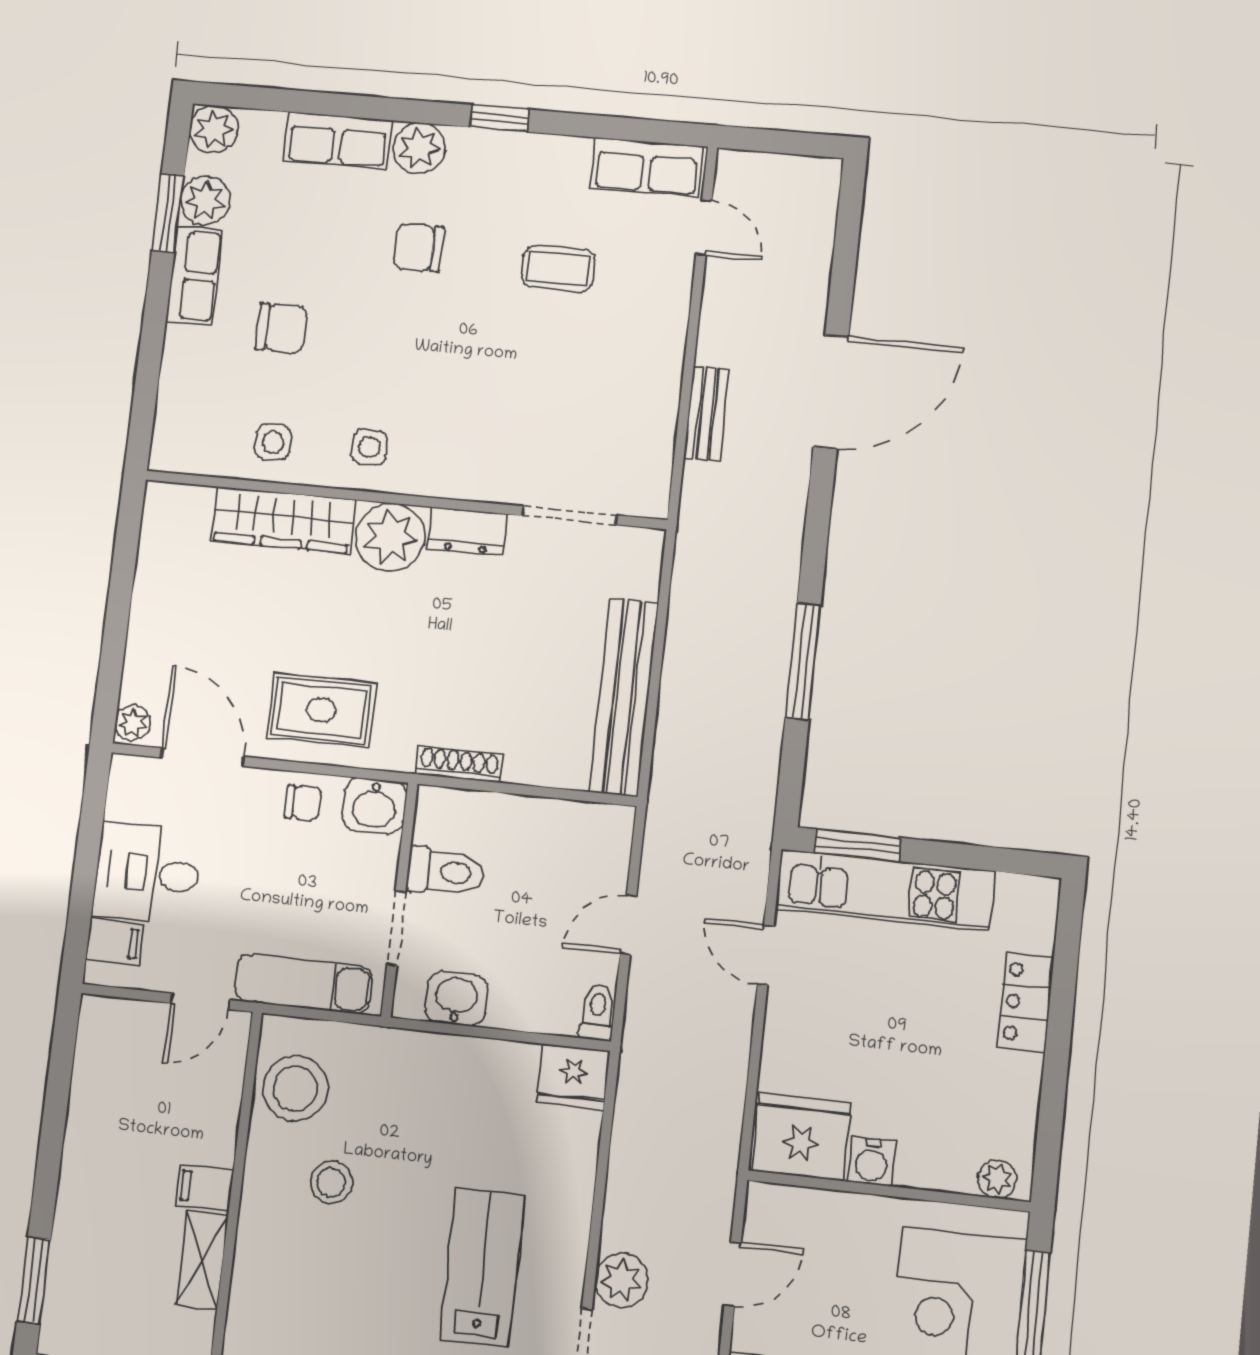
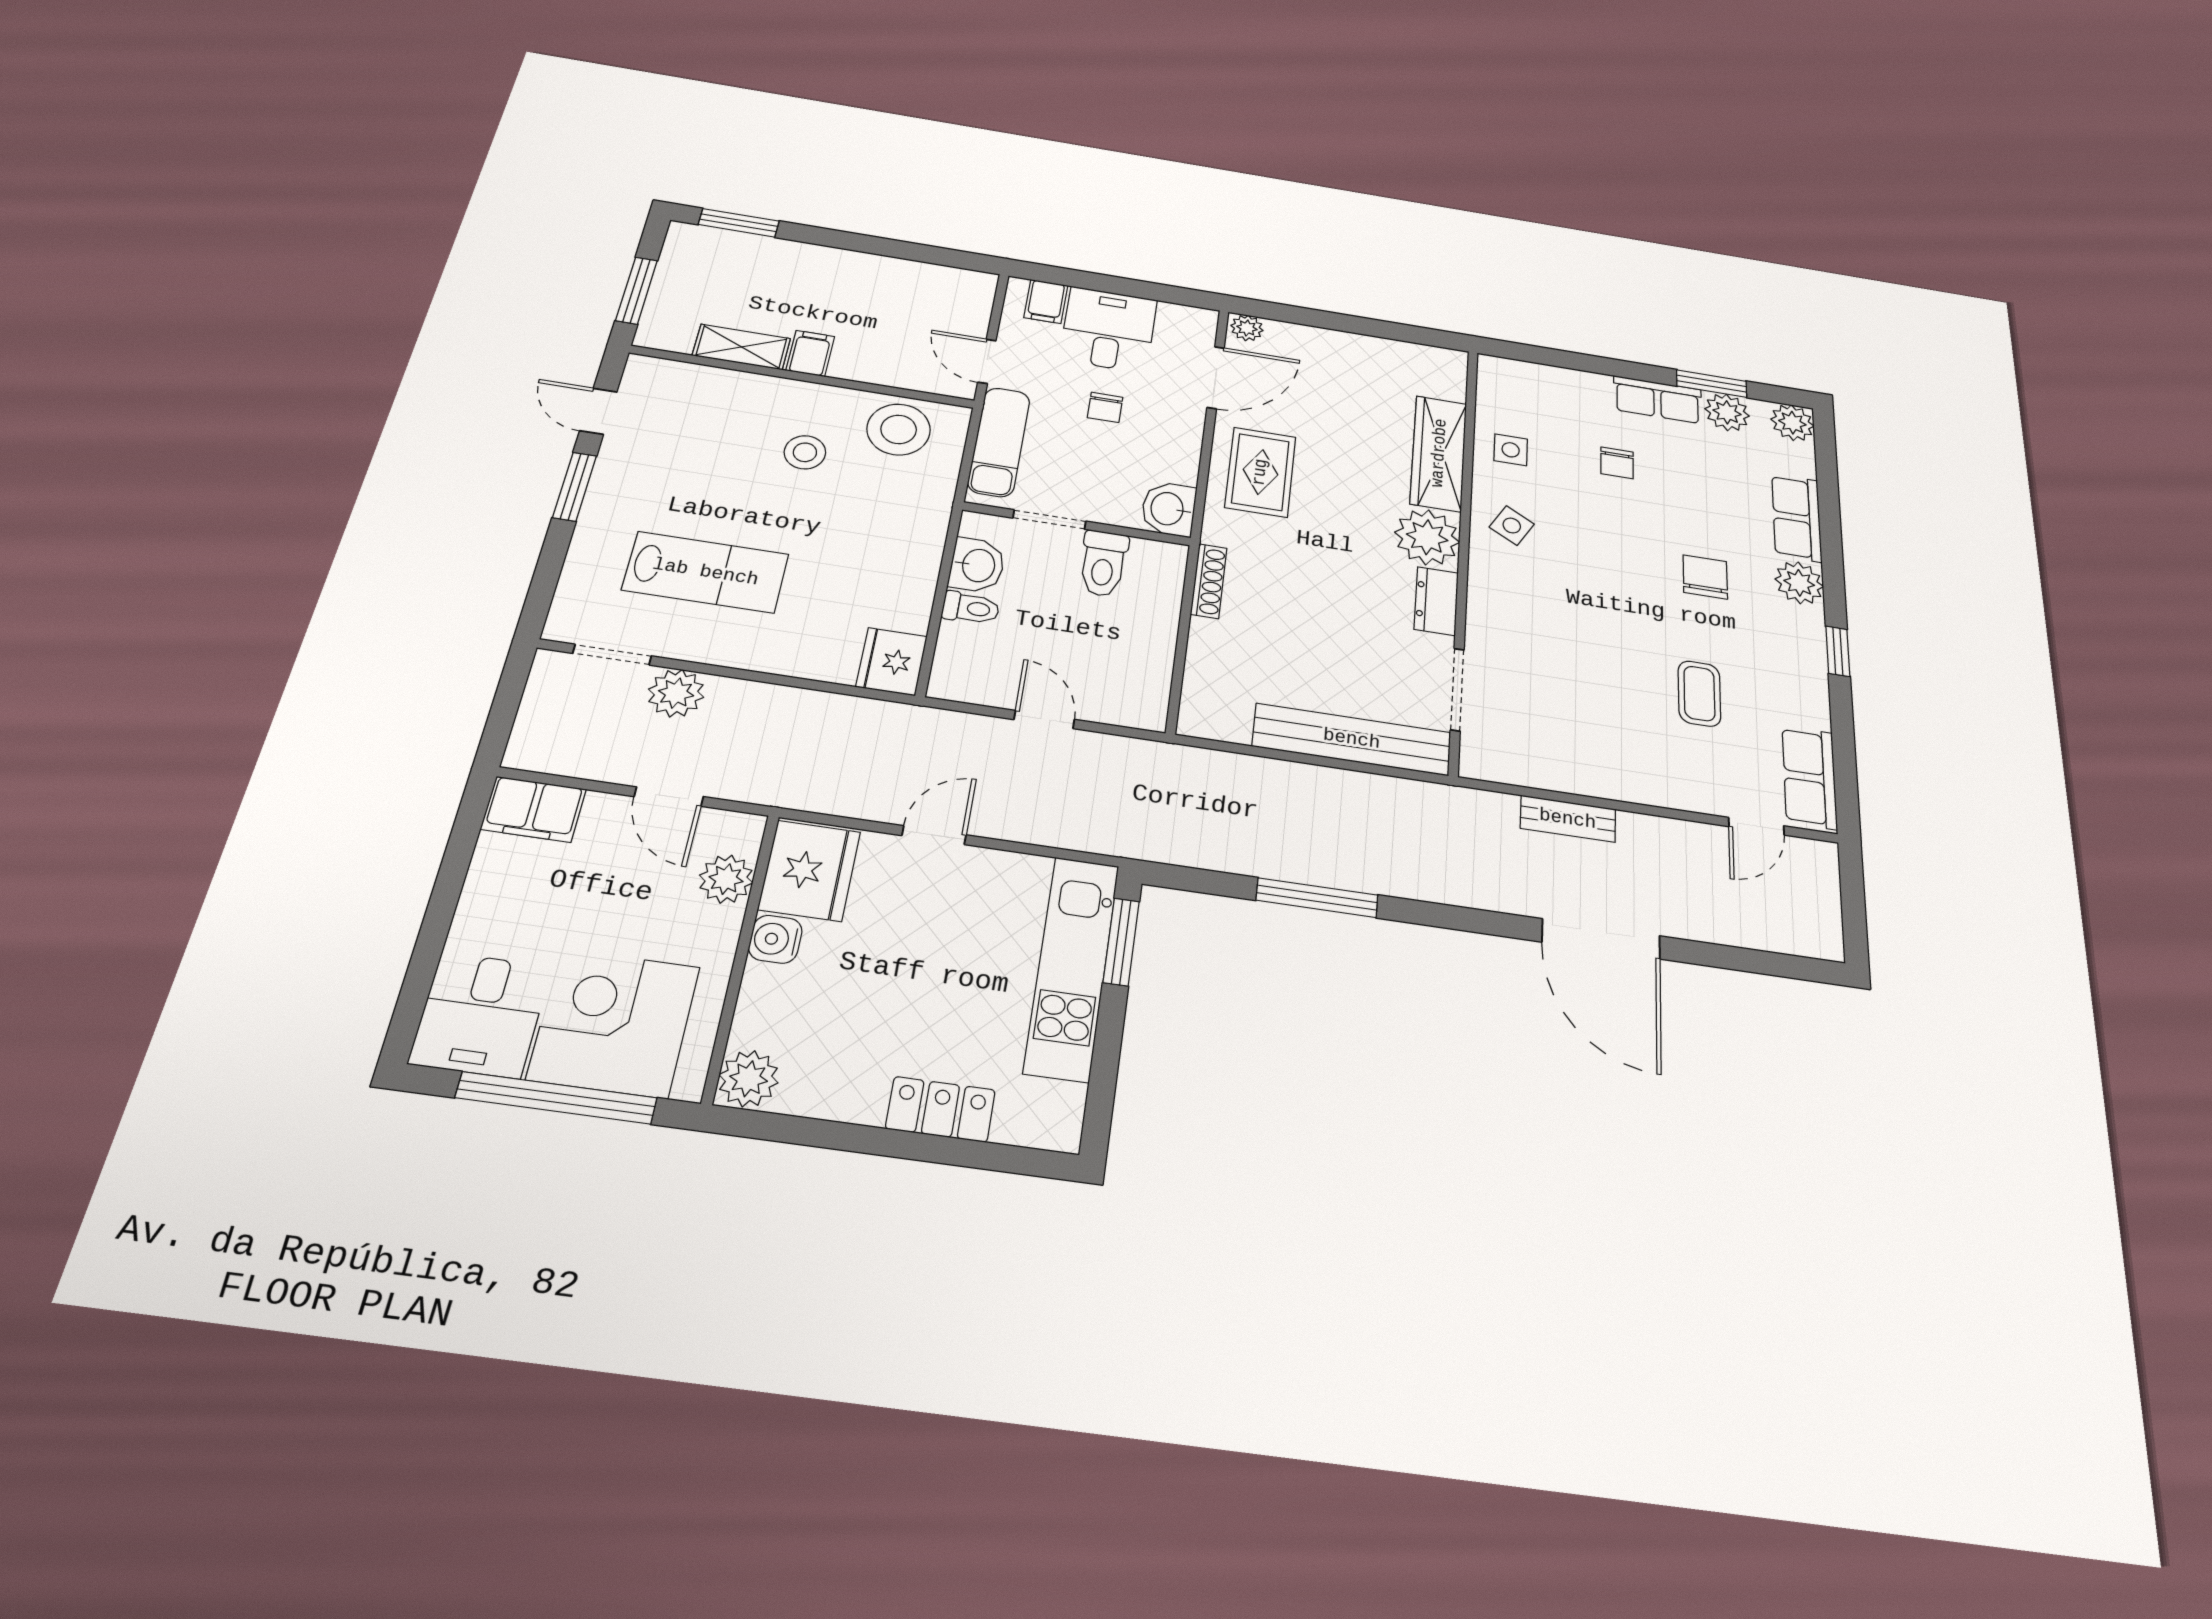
chair: (281, 328) -> (1617, 463), width x0.73, depth x0.73
side table: (369, 447) -> (1512, 526), turned 30
bench: (624, 697) -> (1352, 739), moved
chair: (303, 803) -> (1105, 407), moved
door: (766, 955) -> (934, 835), moved
toilet: (597, 1012) -> (971, 608), moved
plant: (997, 1179) -> (749, 1079), width x1.38, depth x1.38
plant: (814, 1212) -> (726, 879), added

